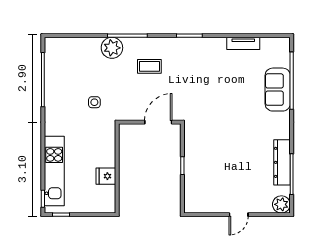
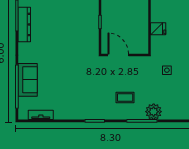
tv unit: (243, 43) -> (41, 115), moved
door: (158, 122) -> (118, 55), swing flipped
fridge: (106, 176) -> (158, 29), moved

